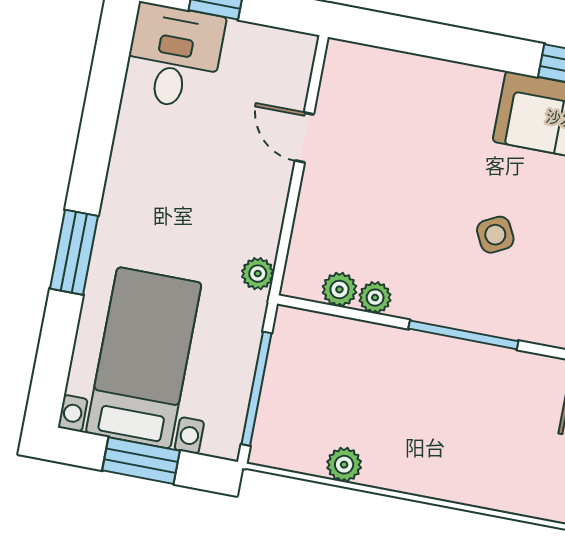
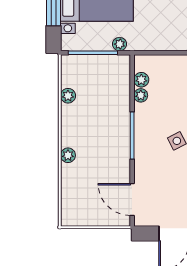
plant: (258, 274) -> (120, 44), moved
plant: (481, 491) -> (68, 155), added

